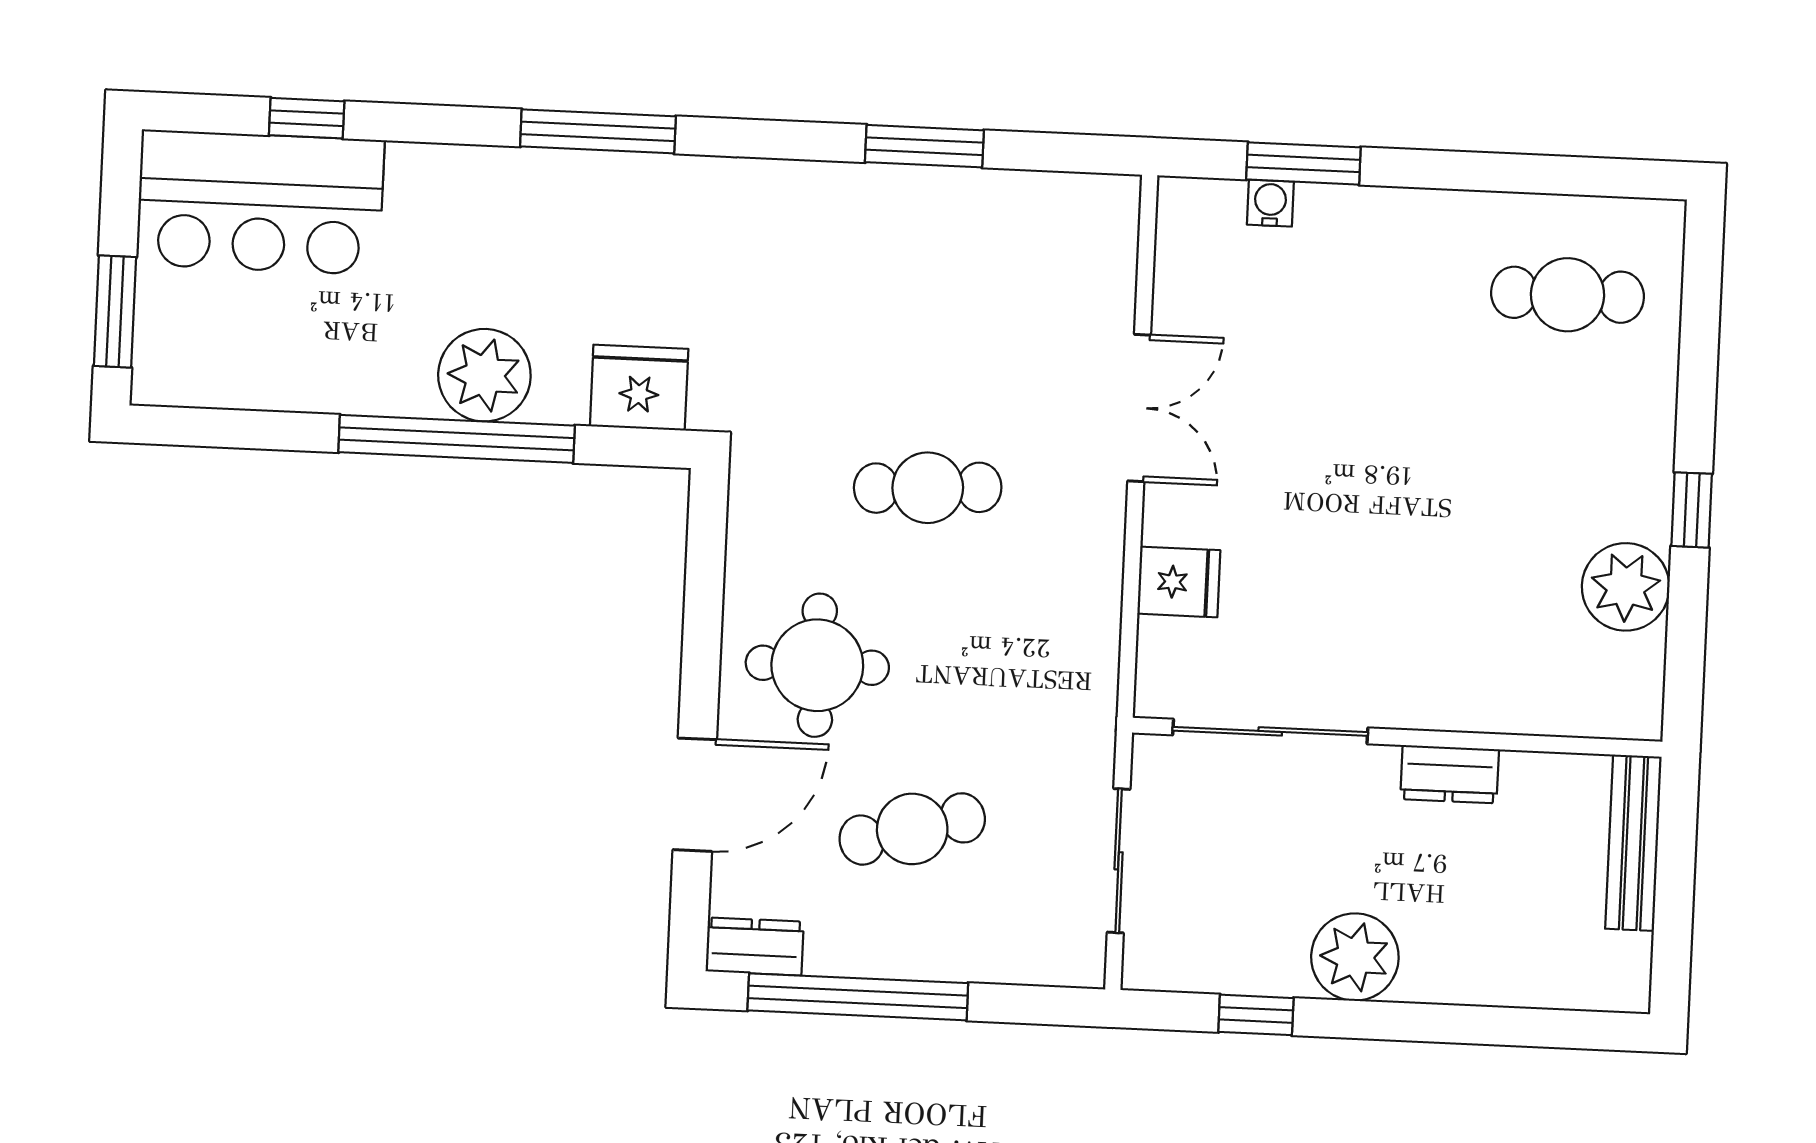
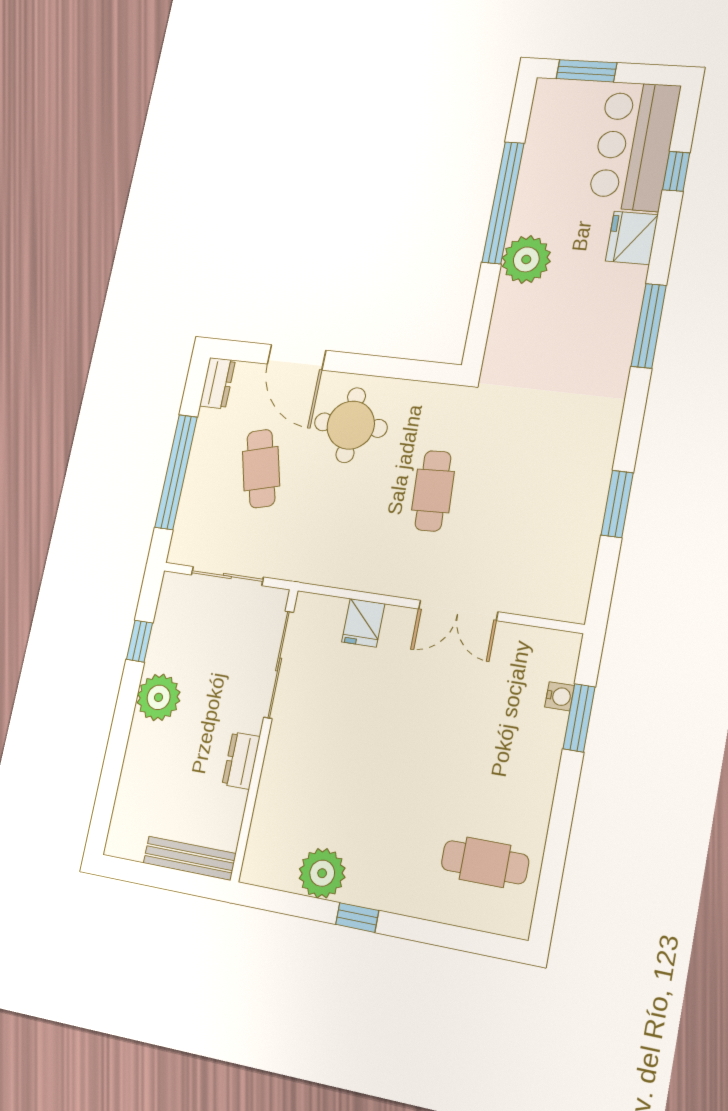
cafe table: (1567, 295) -> (485, 862), turned 90
fridge: (639, 388) -> (632, 238), moved, turned 180
window: (457, 439) -> (503, 203), moved
window: (858, 997) -> (176, 472), moved

